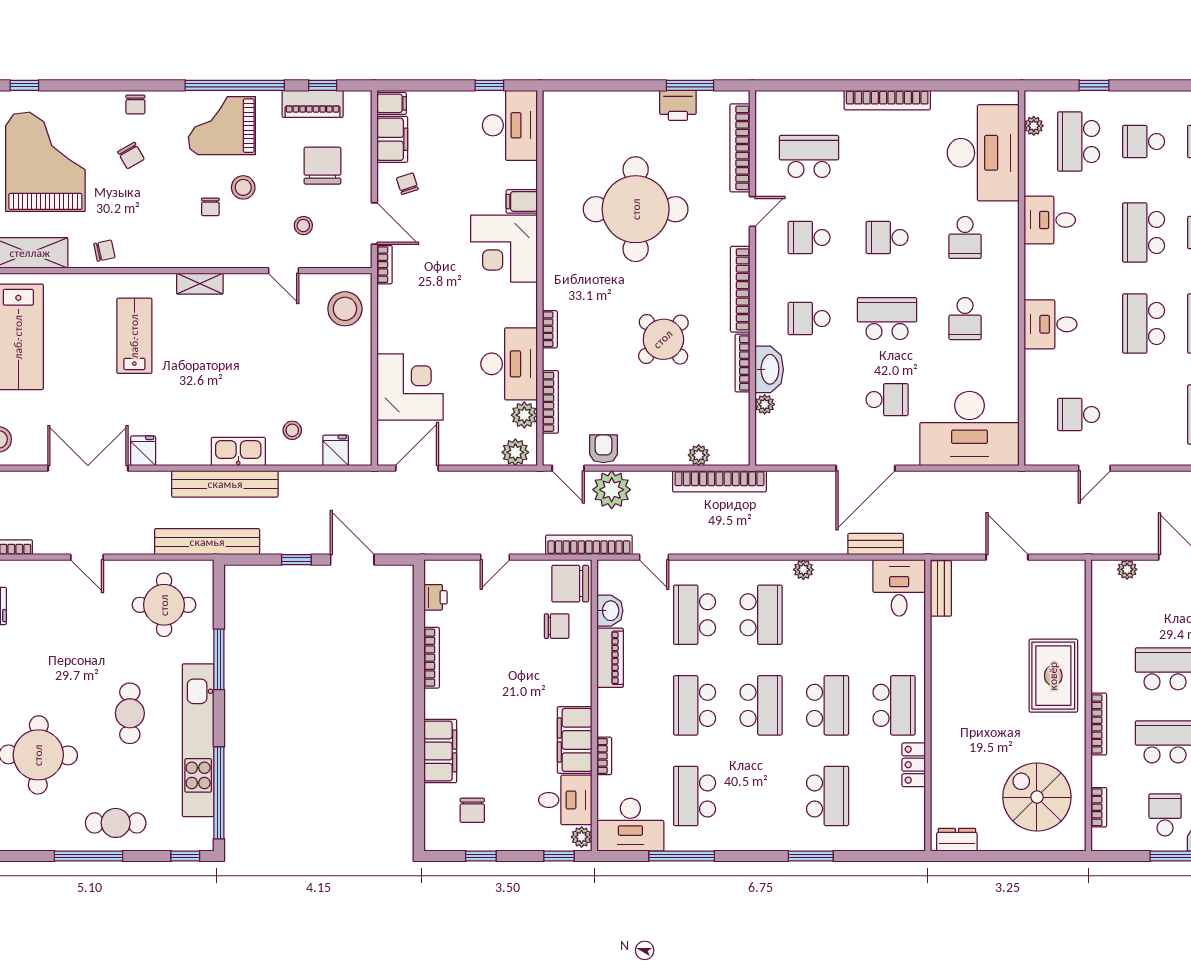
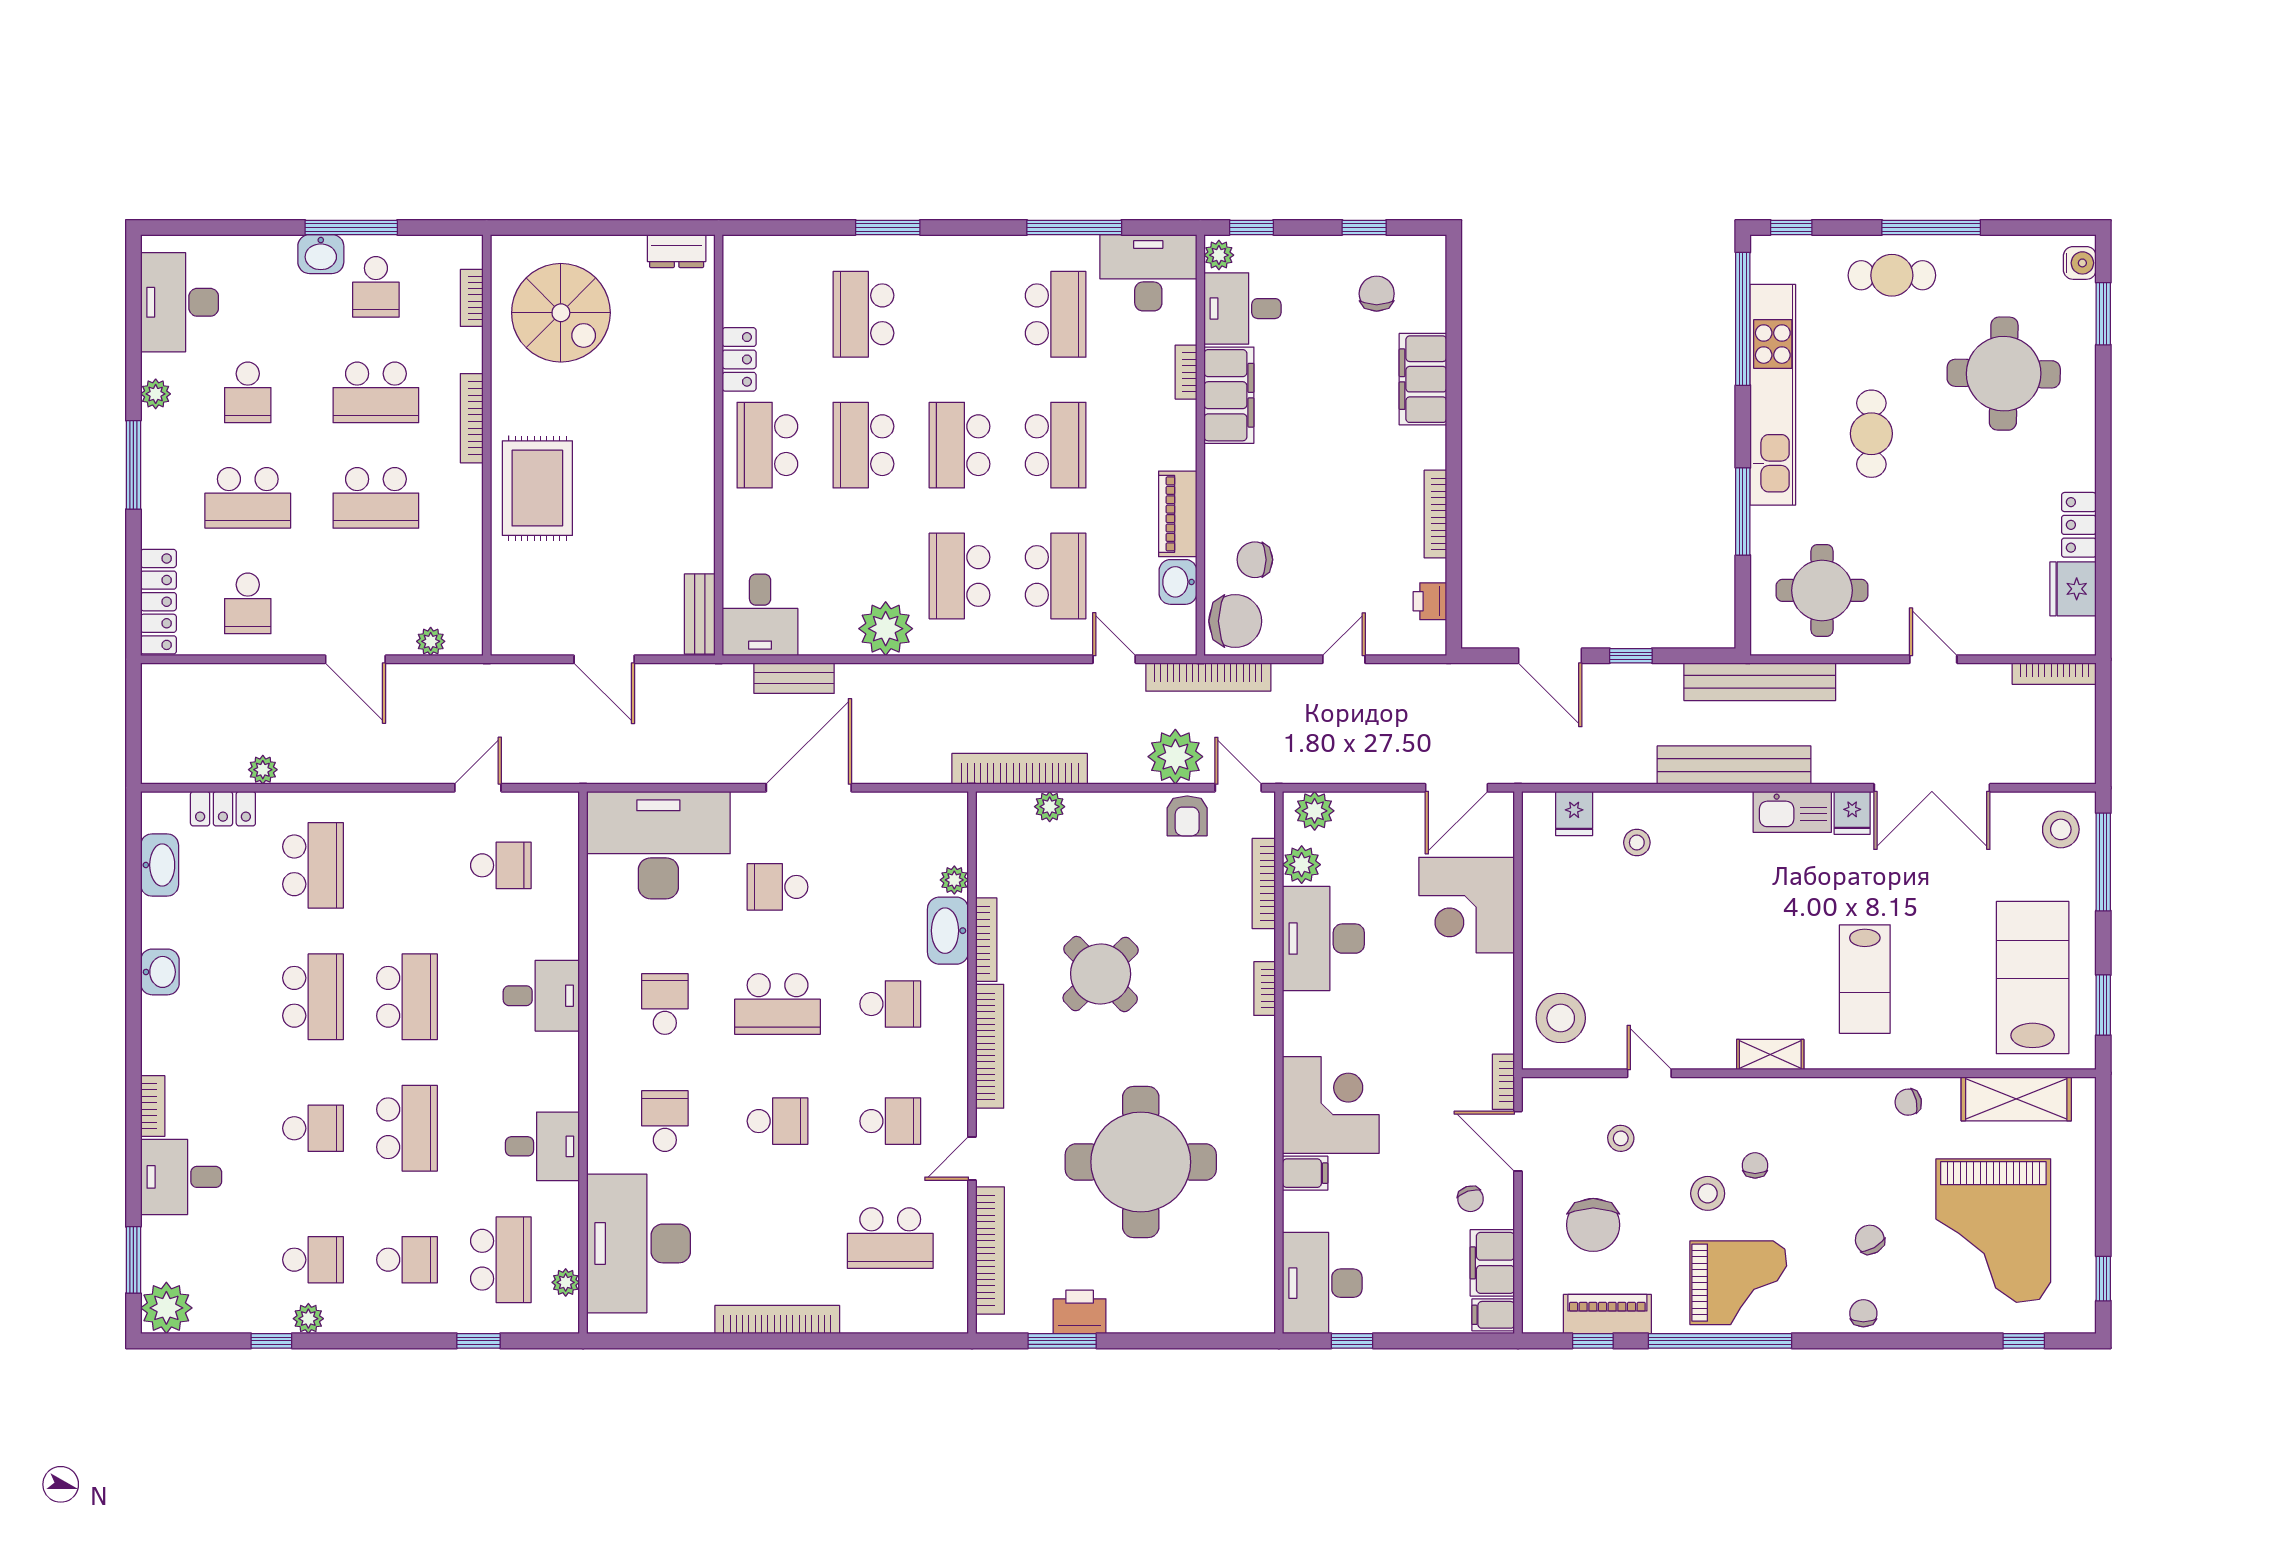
kitchen sink: (238, 452) -> (1792, 812), moved
plant: (803, 570) -> (886, 629), width x1.88, depth x1.88

